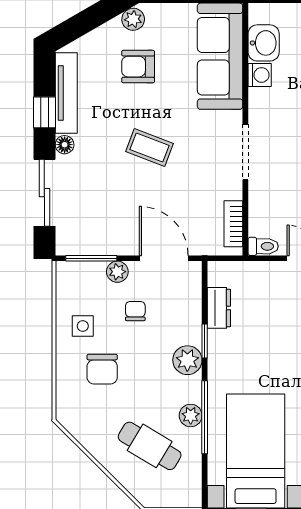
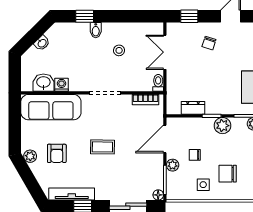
floor lamp: (65, 145) -> (158, 195), moved
coffee table: (149, 148) -> (102, 147), turned 70
chair: (102, 369) -> (228, 174), turned 180

